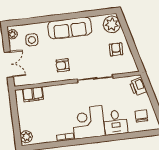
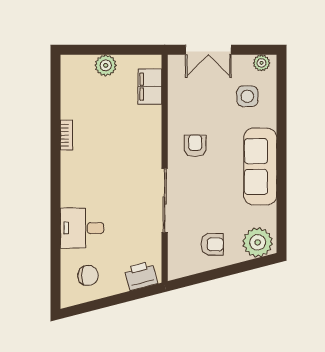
corner desk: (88, 122) -> (88, 179), removed
plant: (26, 137) -> (106, 65), moved

